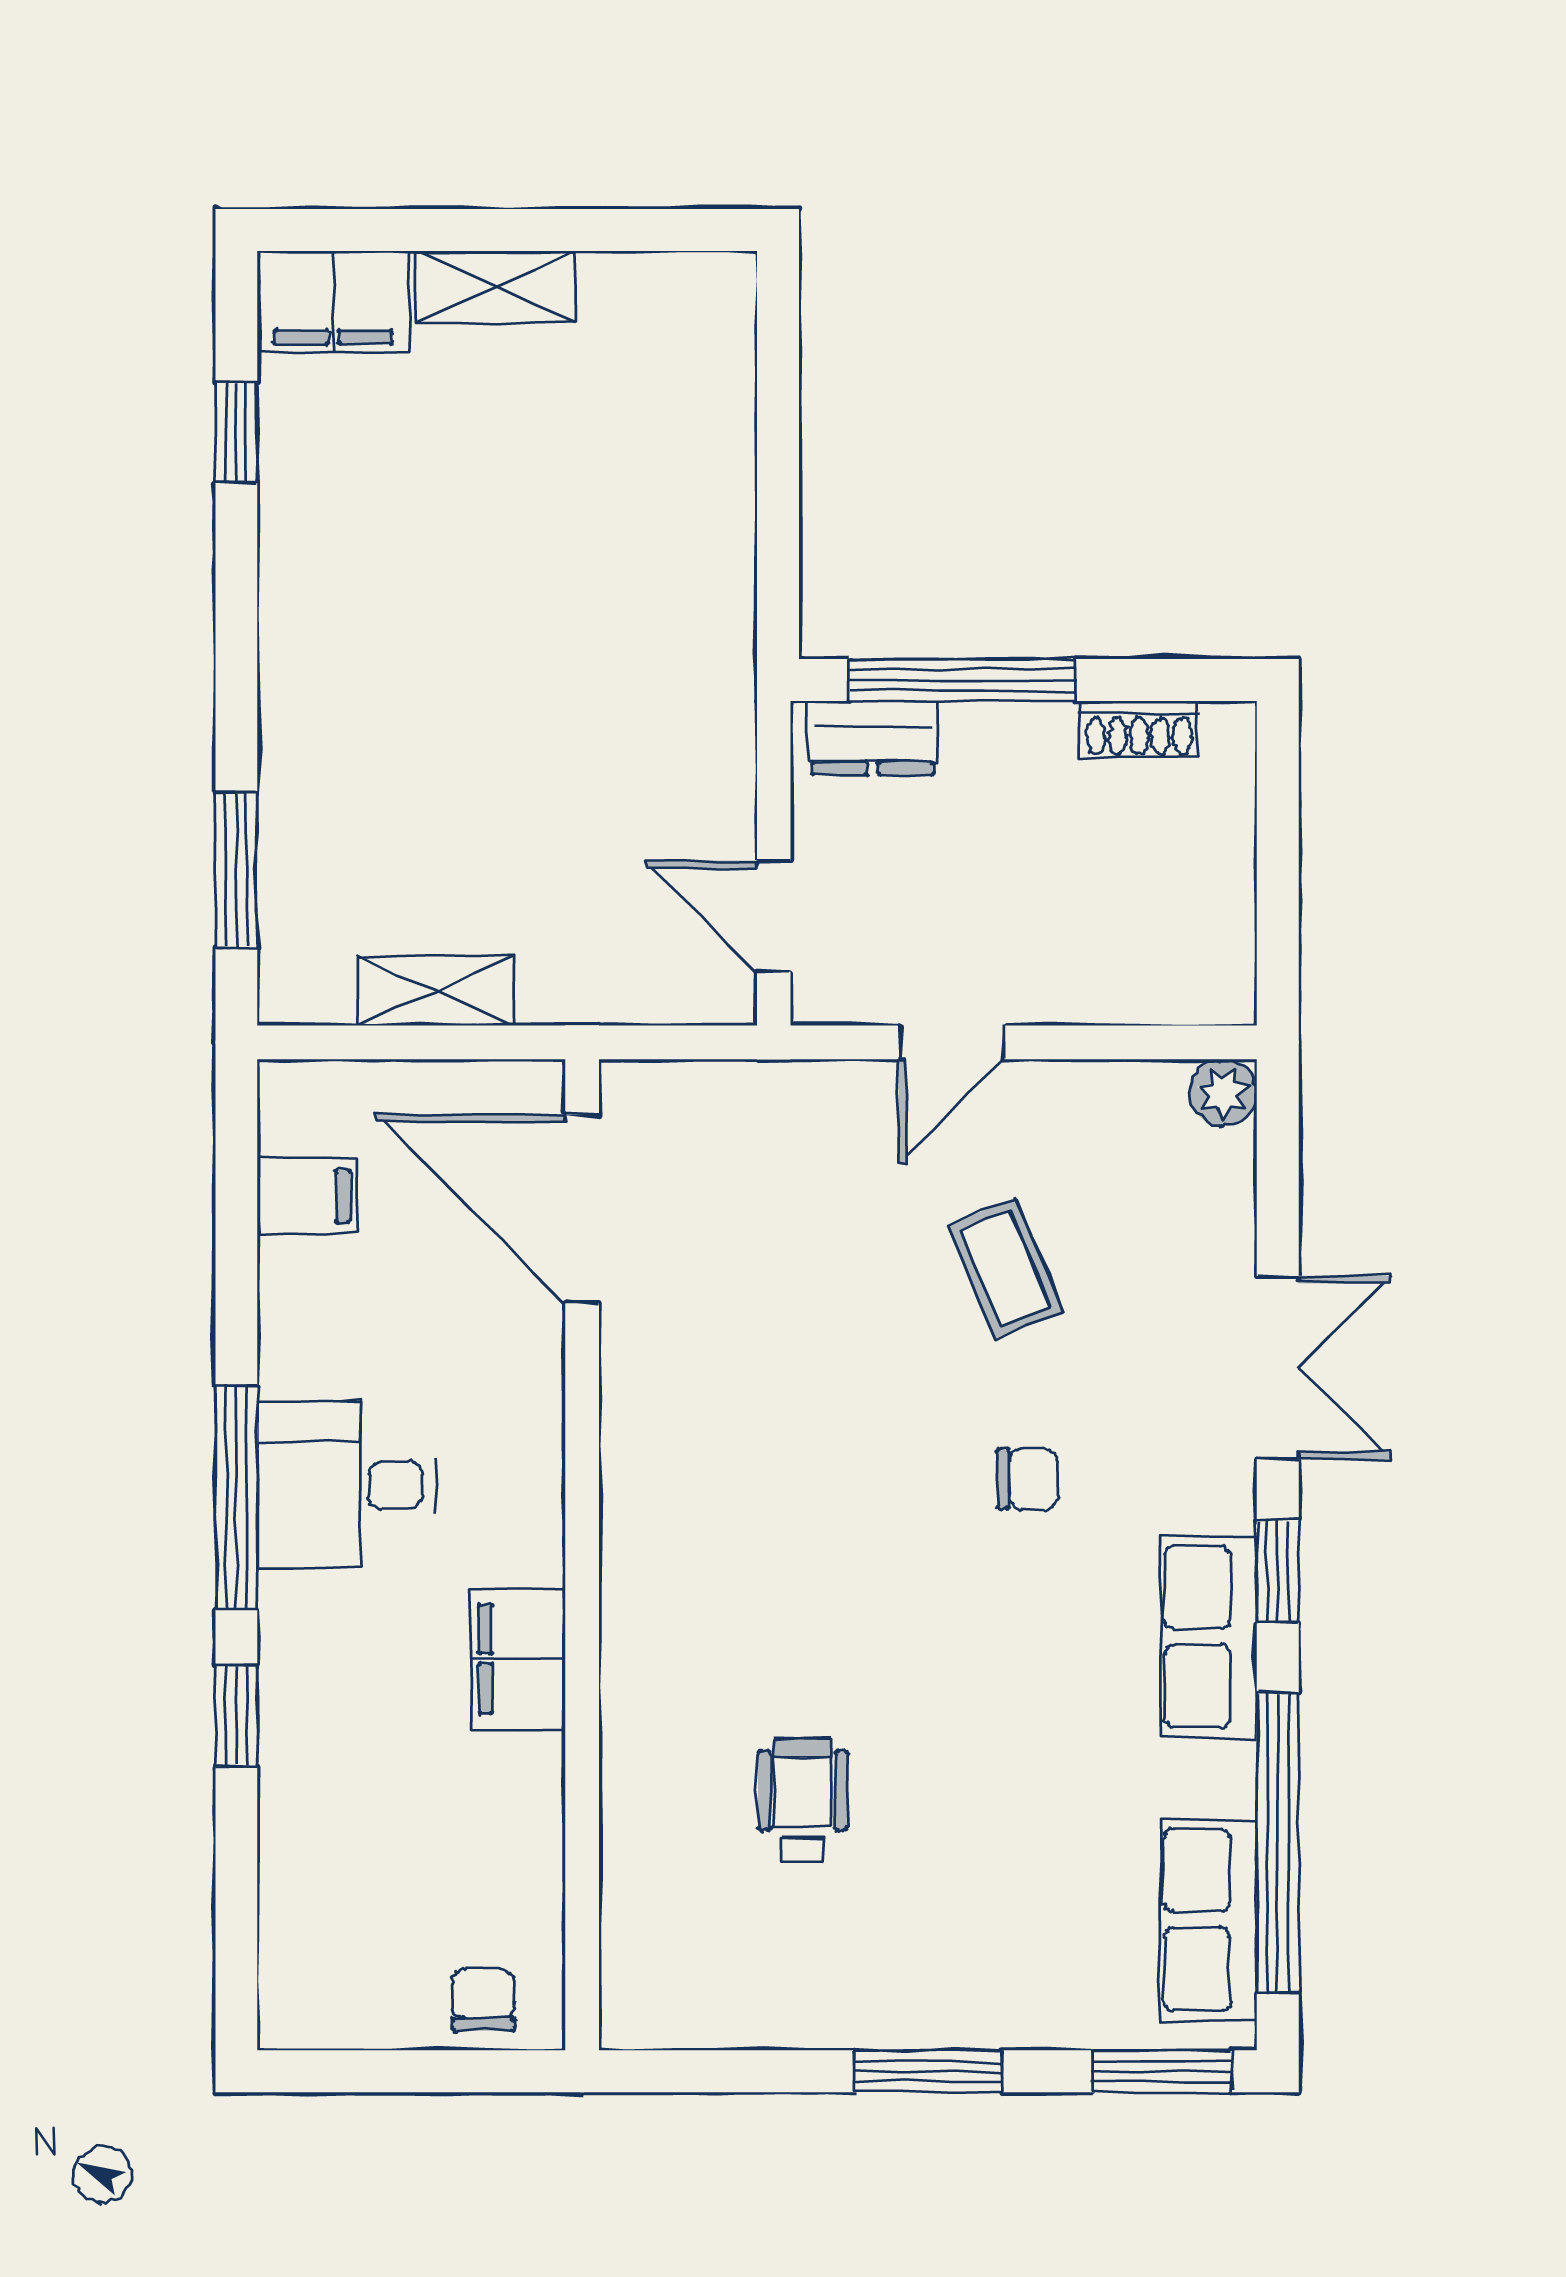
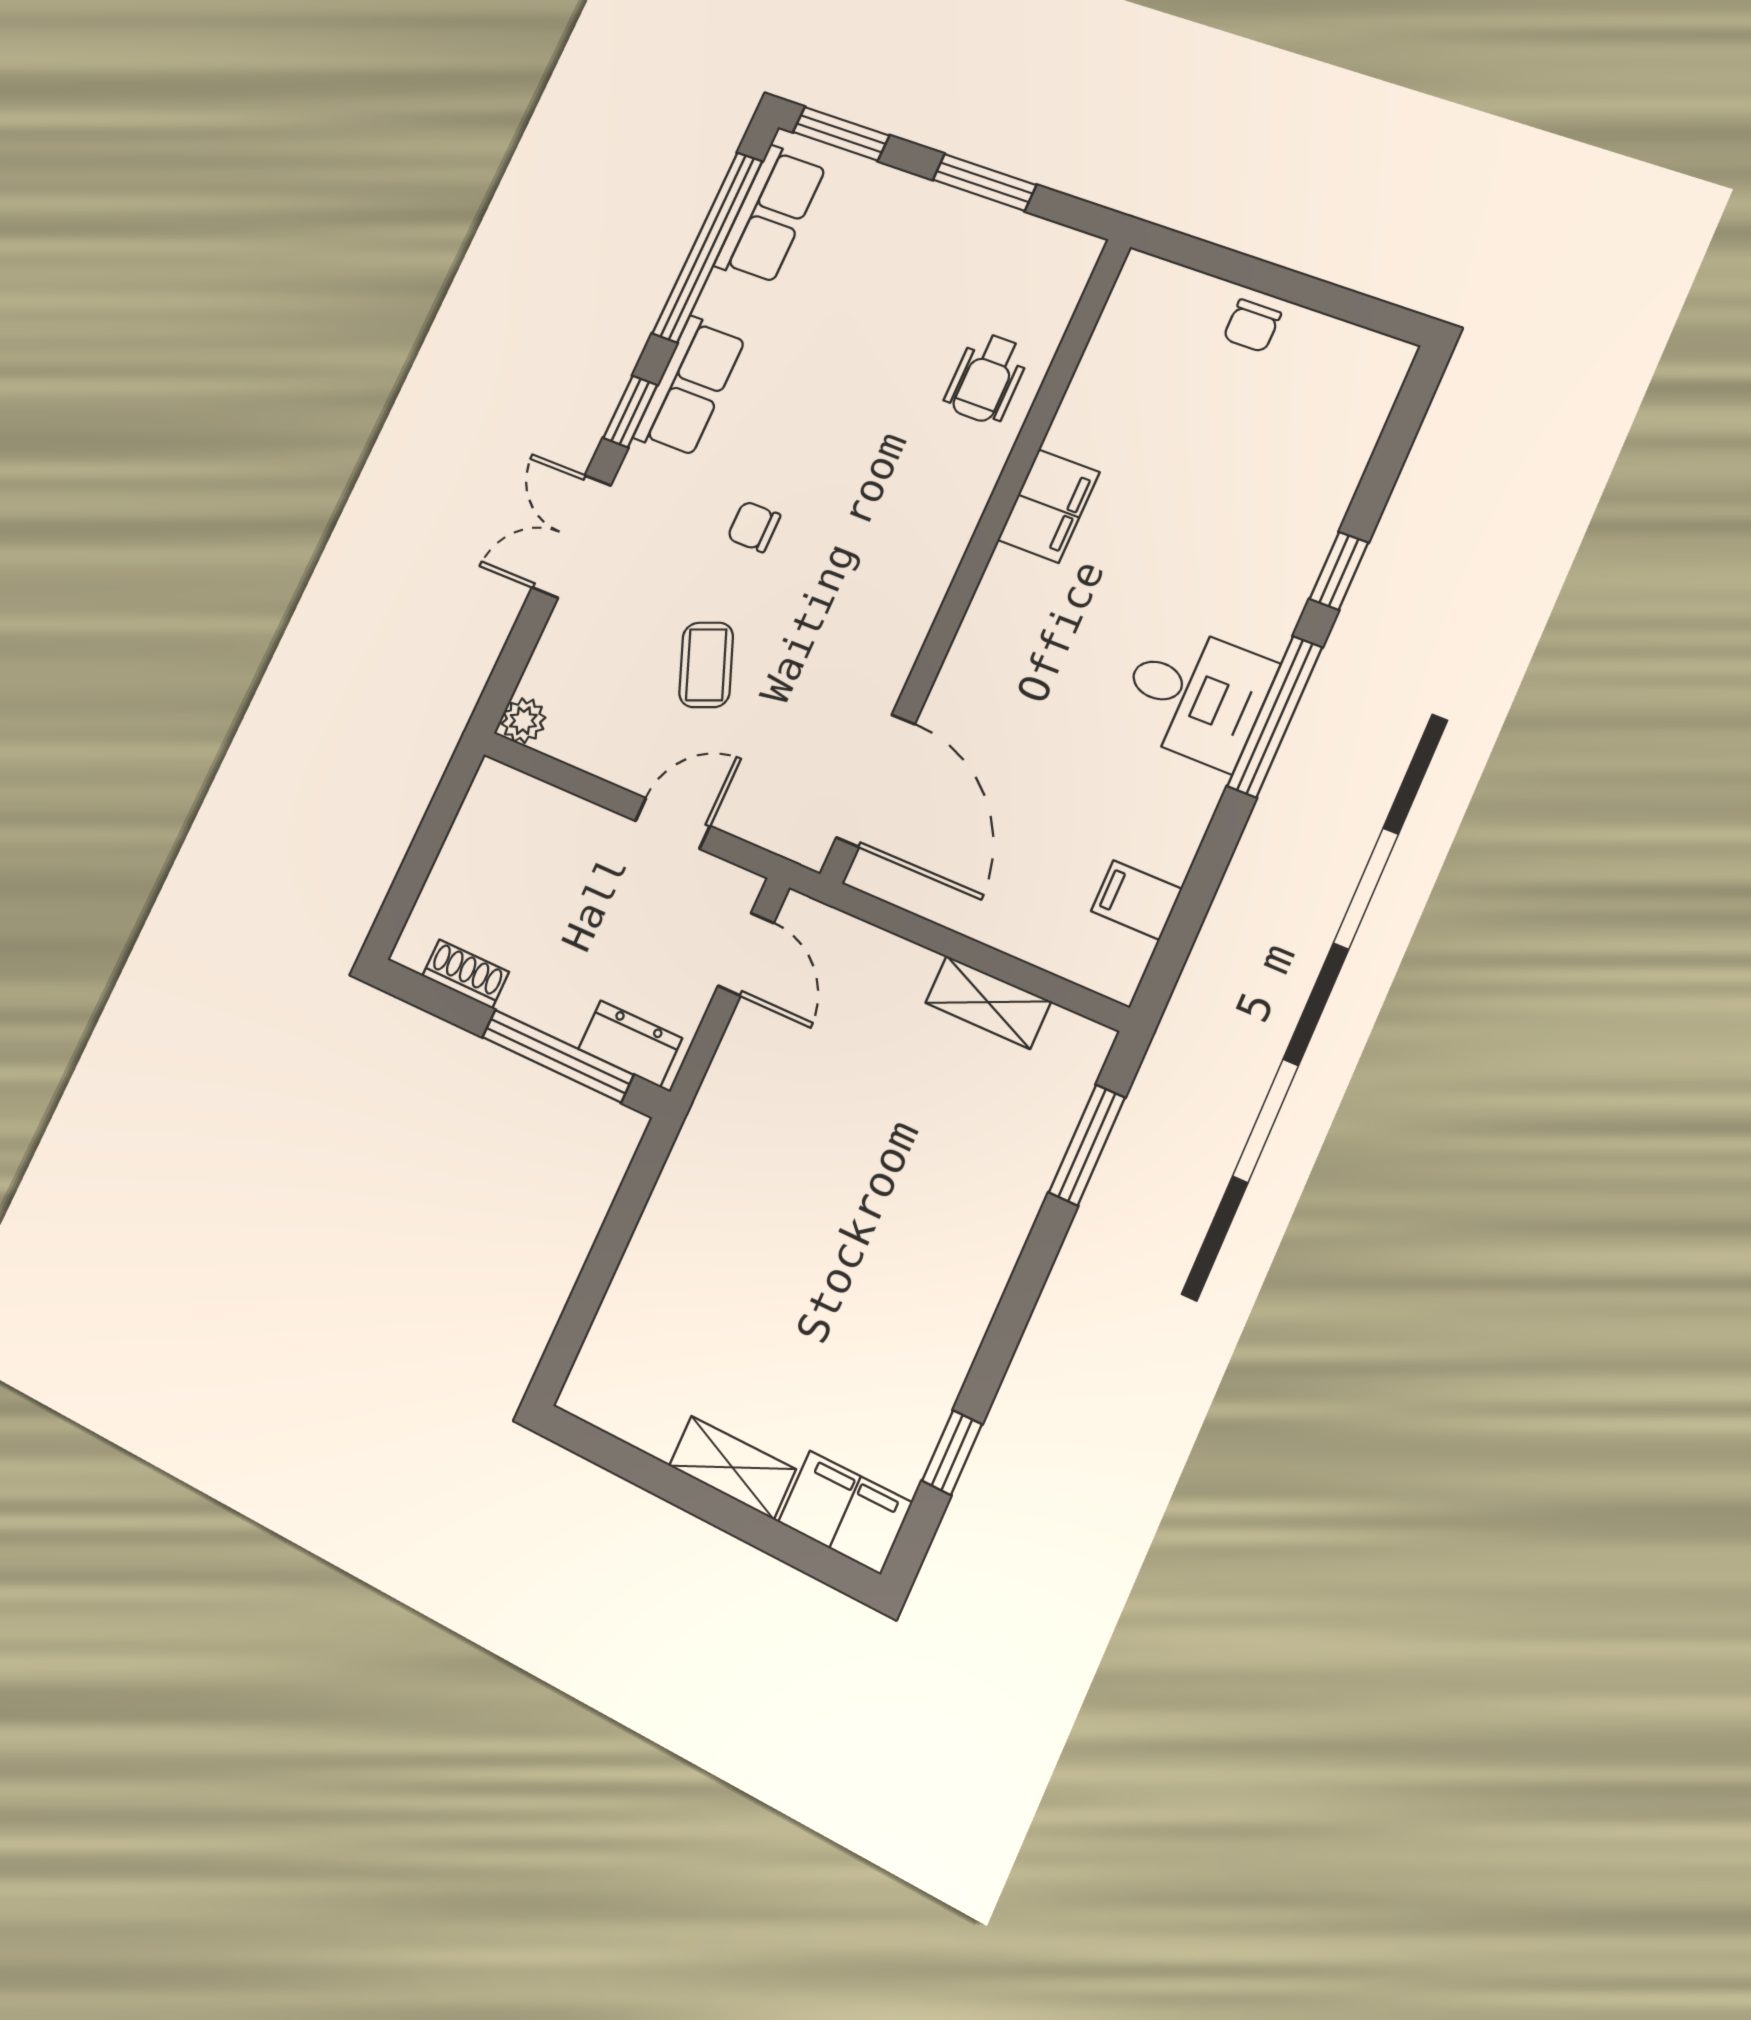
door: (582, 1209) -> (875, 781), moved
wall: (582, 1555) -> (977, 557), moved
filing cabinet: (518, 1659) -> (1048, 506), moved

